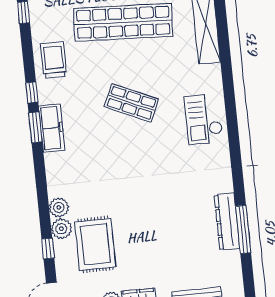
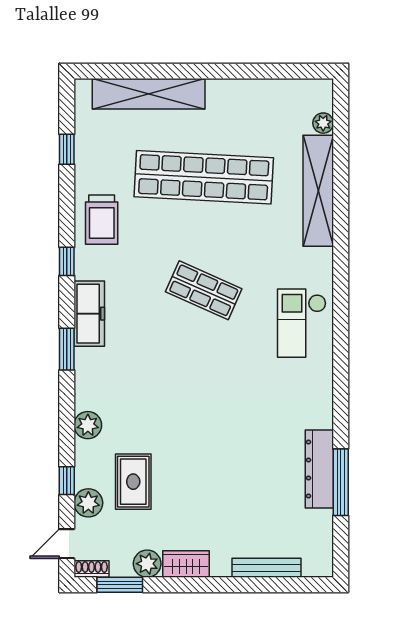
trolley: (54, 60) -> (102, 220), turned 180
window: (35, 127) -> (67, 349), moved
plant: (61, 229) -> (88, 503), moved
rug: (95, 244) -> (133, 482), width x0.73, depth x0.70

